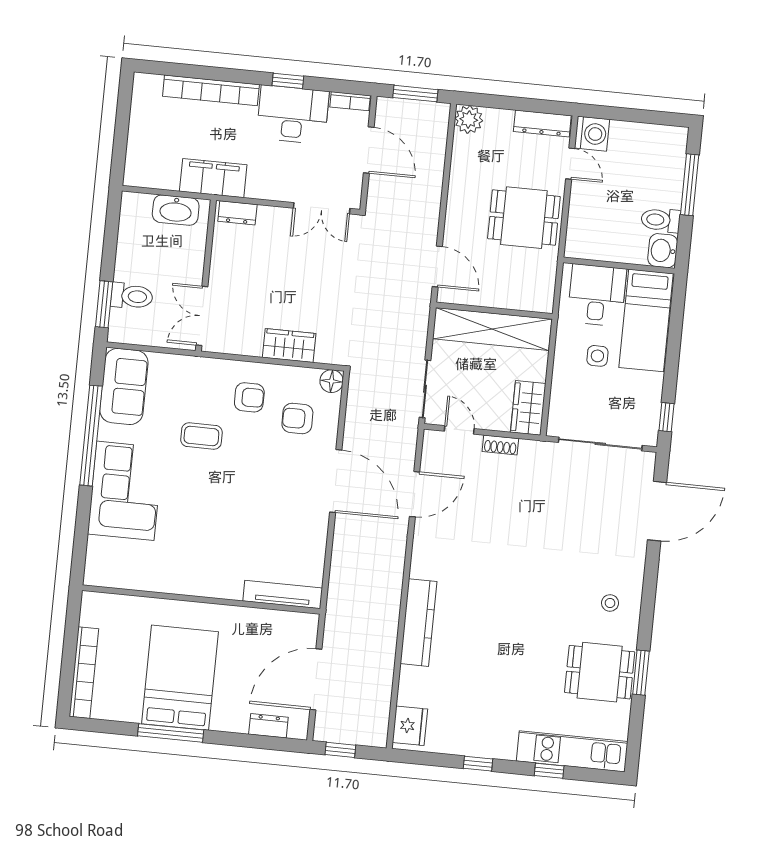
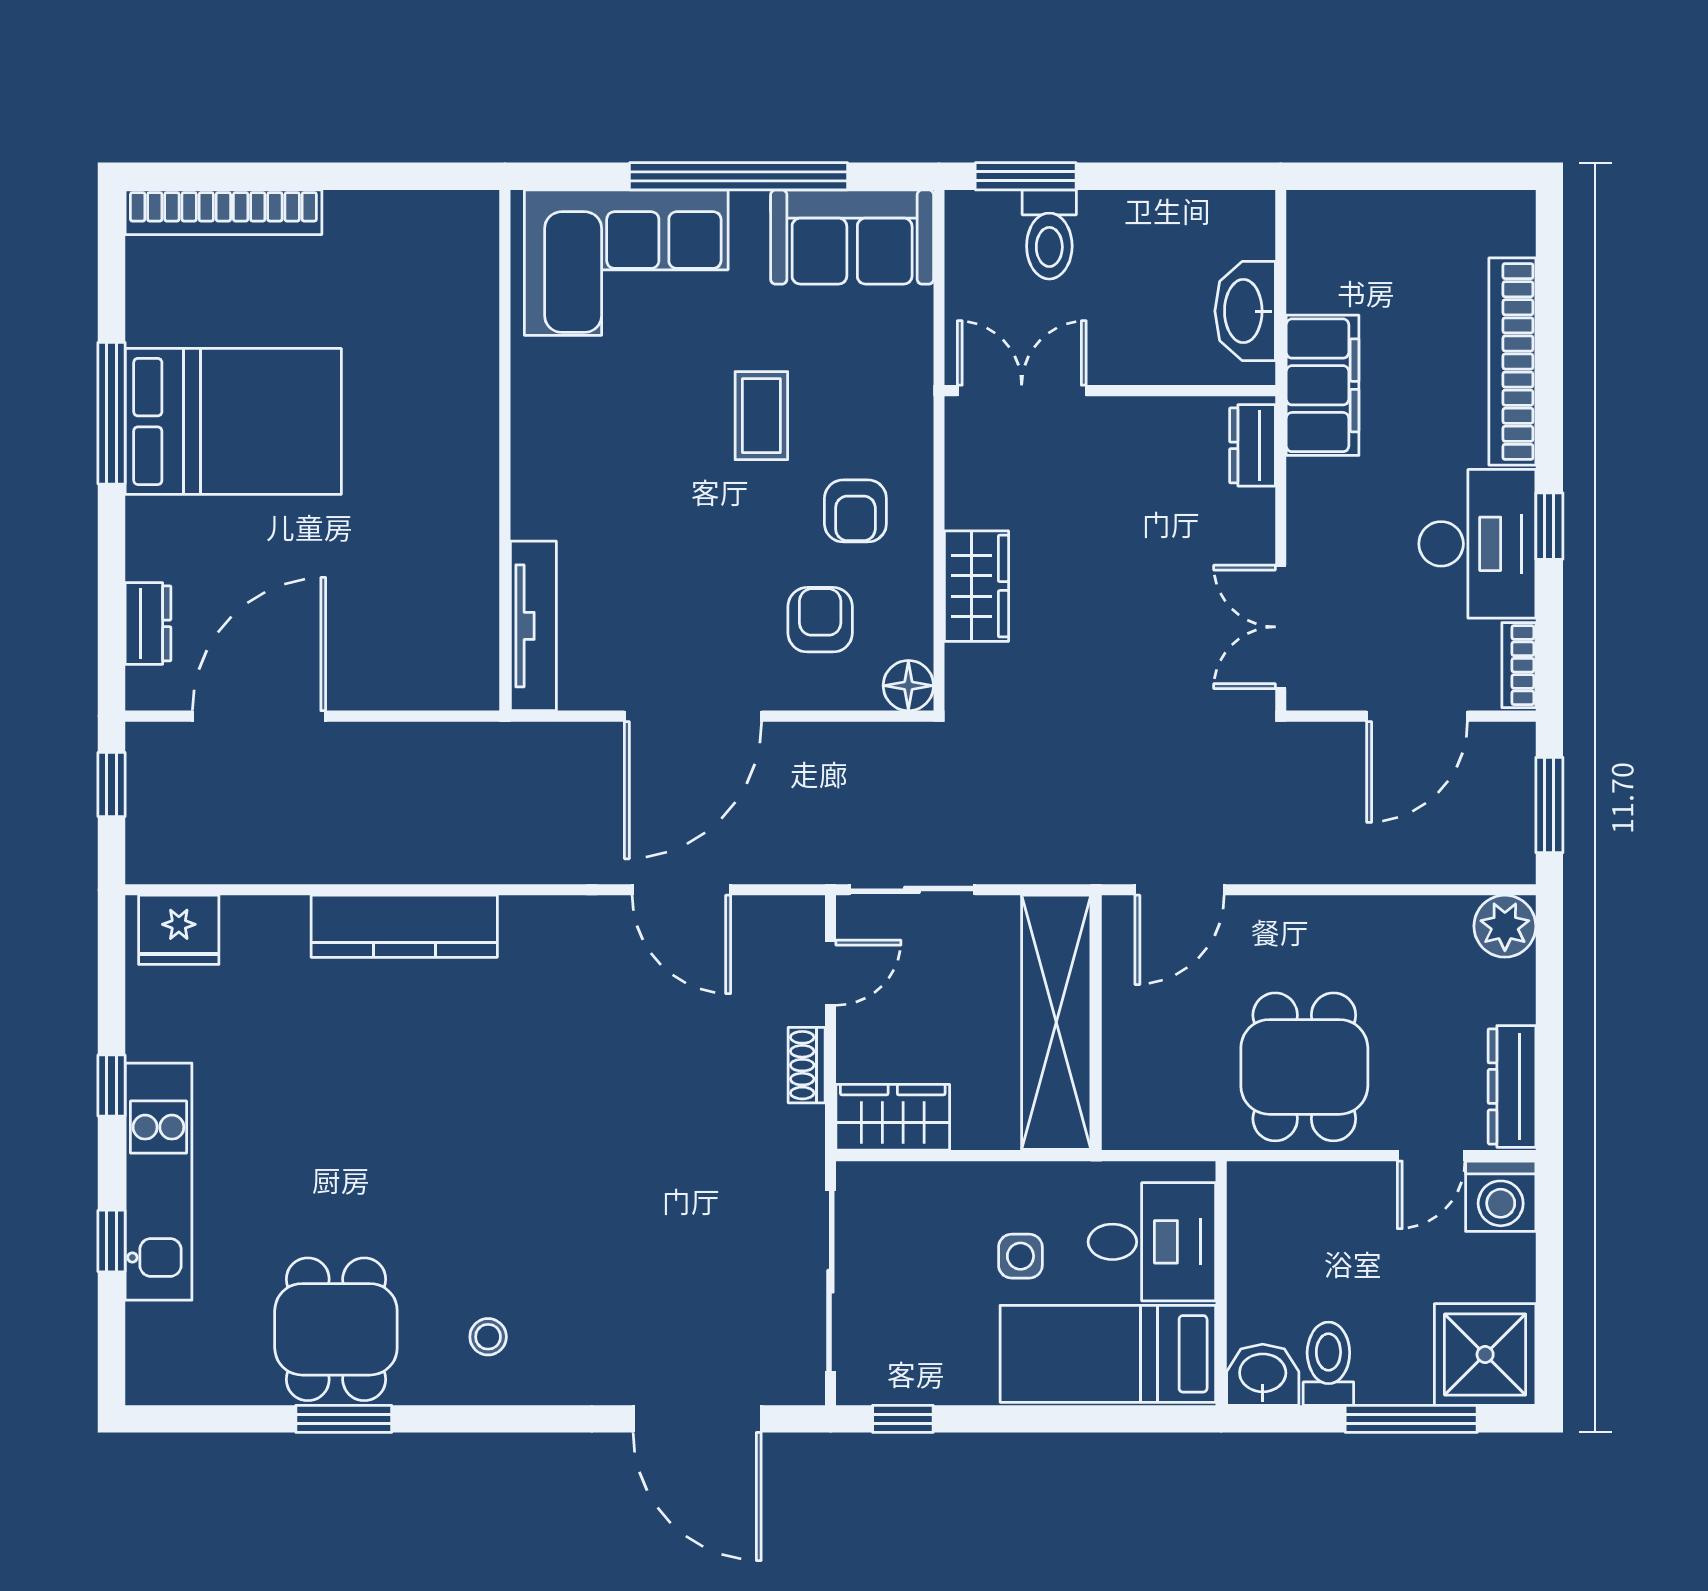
shower: (664, 148) -> (1485, 1355), added
tv unit: (283, 594) -> (533, 626), moved
wall: (201, 599) -> (505, 450), moved
door: (316, 679) -> (259, 716), hinge flipped
kitchen unit: (572, 751) -> (158, 1182), moved

